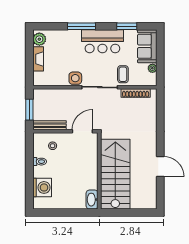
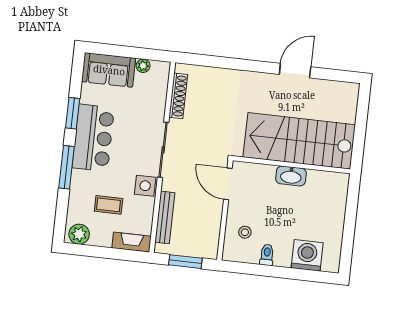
window: (127, 26) -> (73, 113), moved
fireplace: (38, 59) -> (132, 242), moved
coffee table: (123, 74) -> (109, 205), moved
bench: (49, 125) -> (165, 217), moved
washbasin: (92, 200) -> (291, 176), moved

